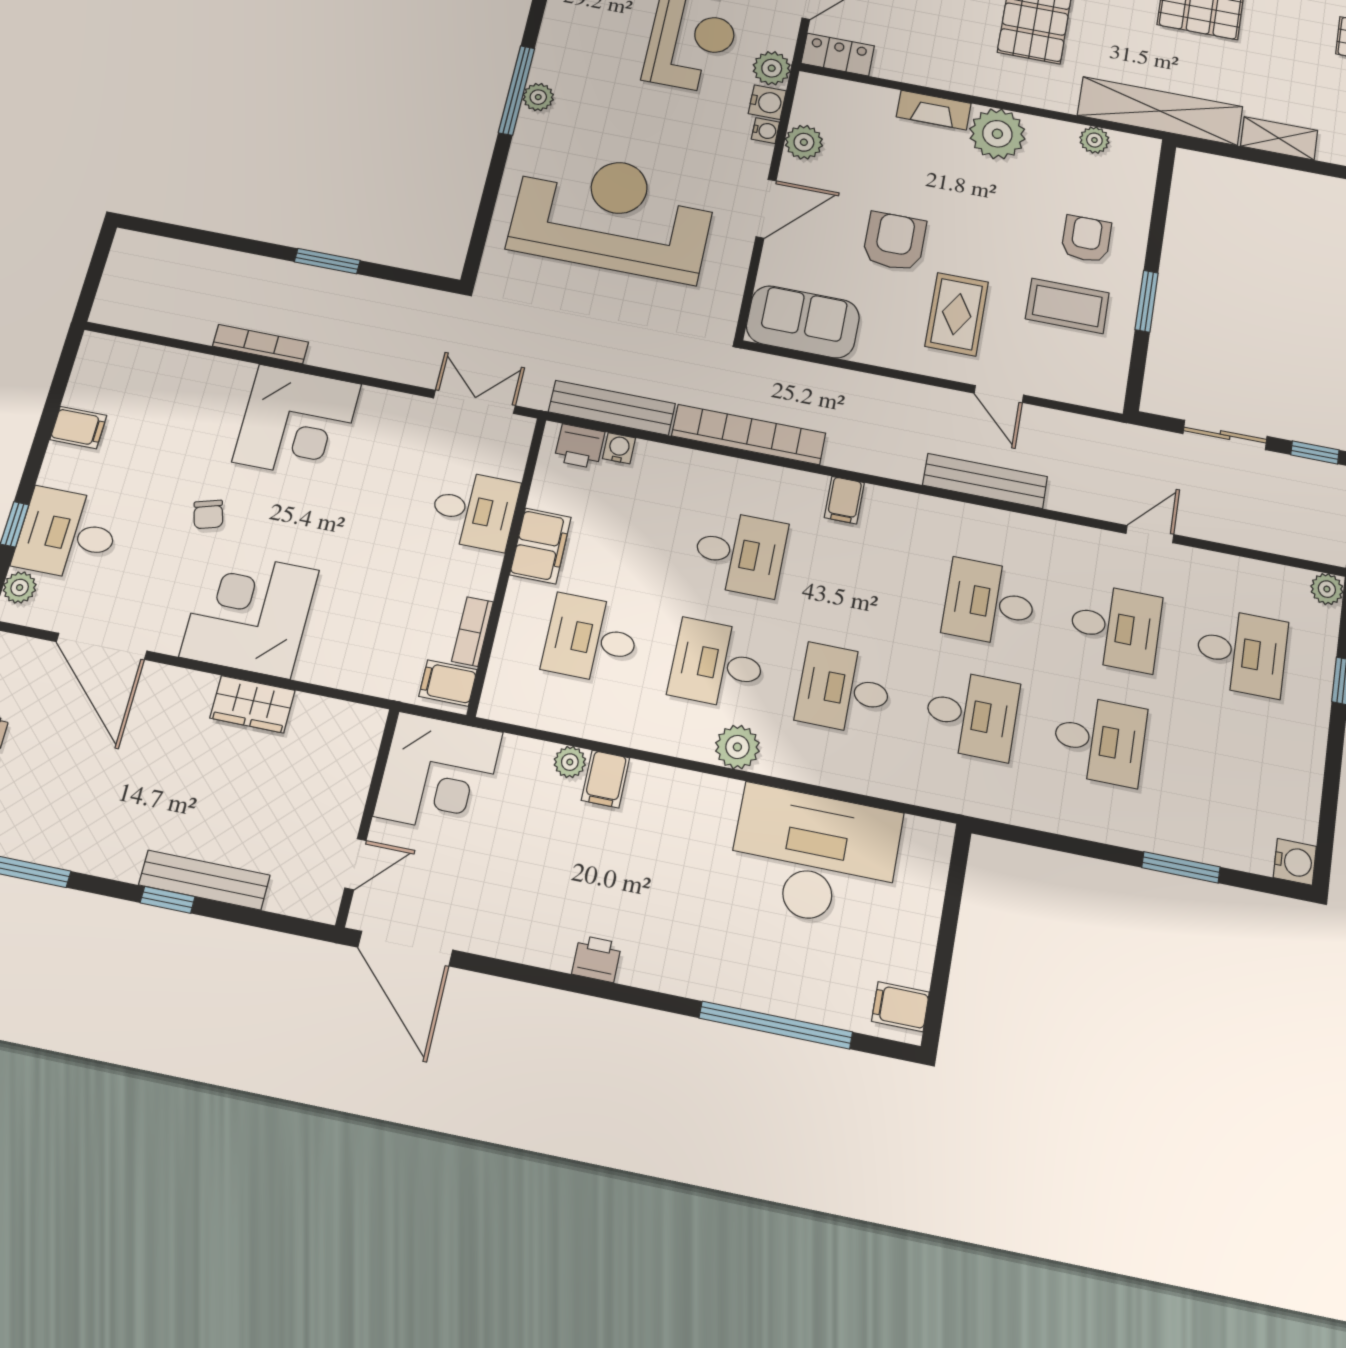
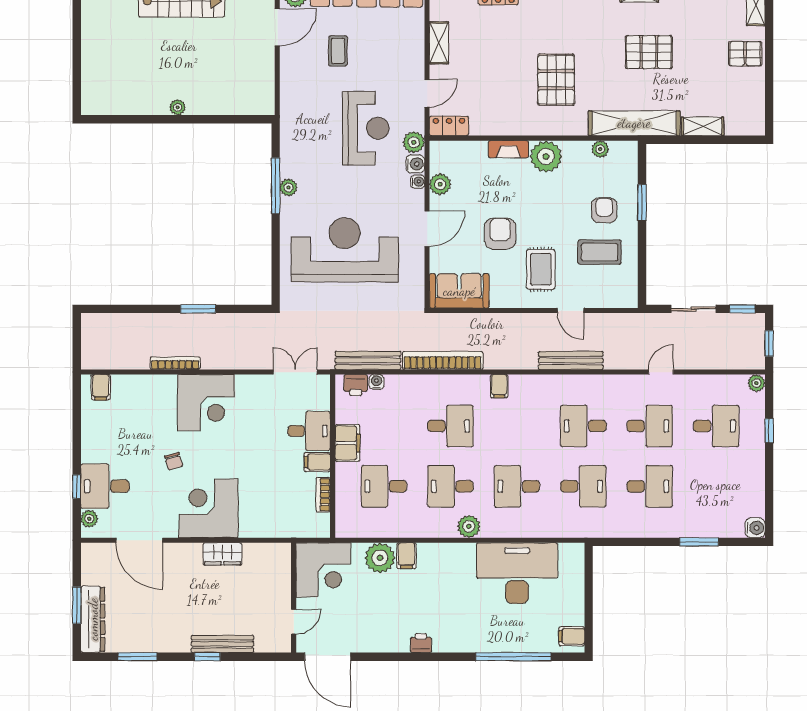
window: (1147, 301) -> (642, 202), moved
filing cabinet: (78, 428) -> (101, 387), moved, turned 90
filing cabinet: (448, 683) -> (317, 462), moved
plant: (570, 762) -> (380, 558), width x1.87, depth x1.87

